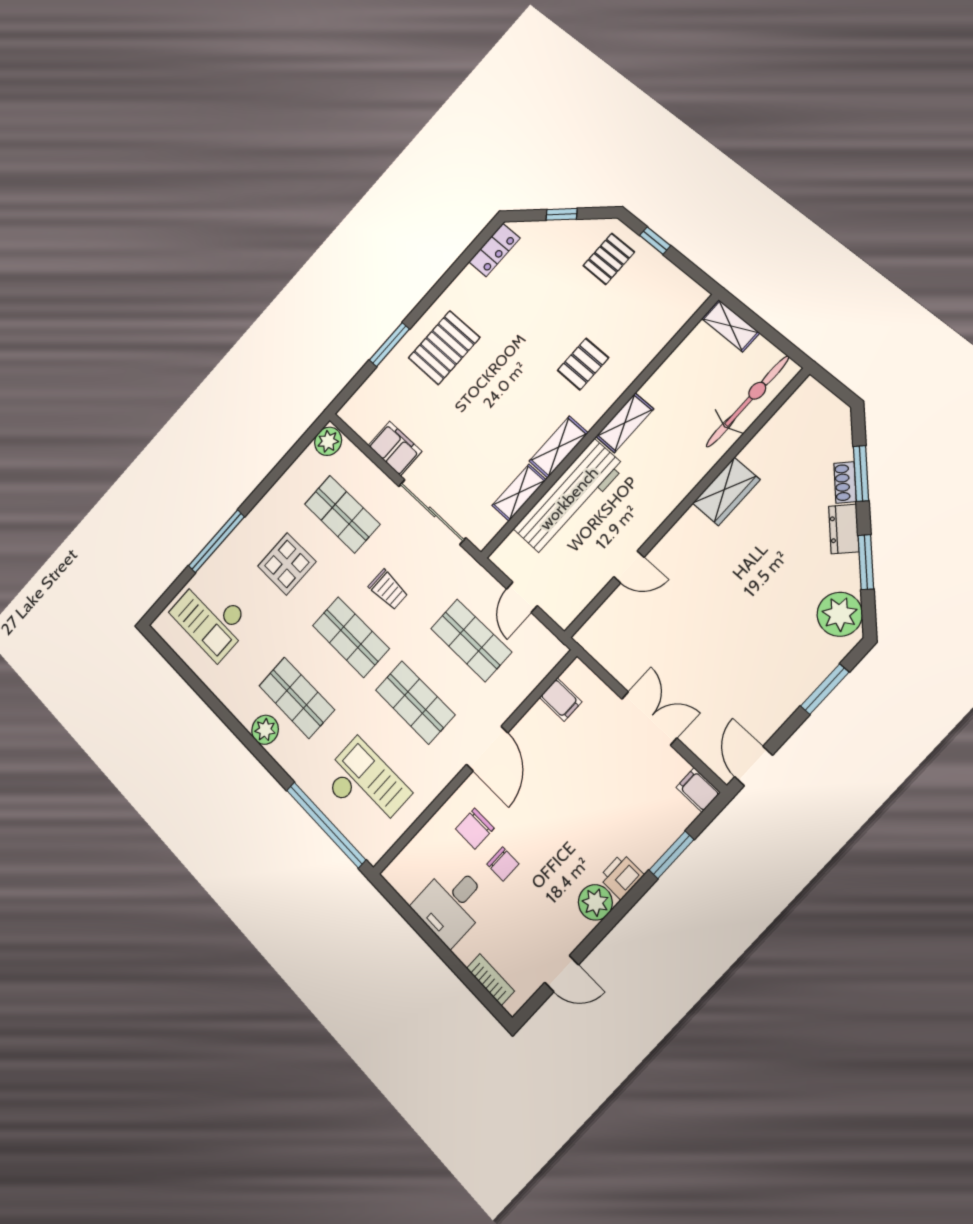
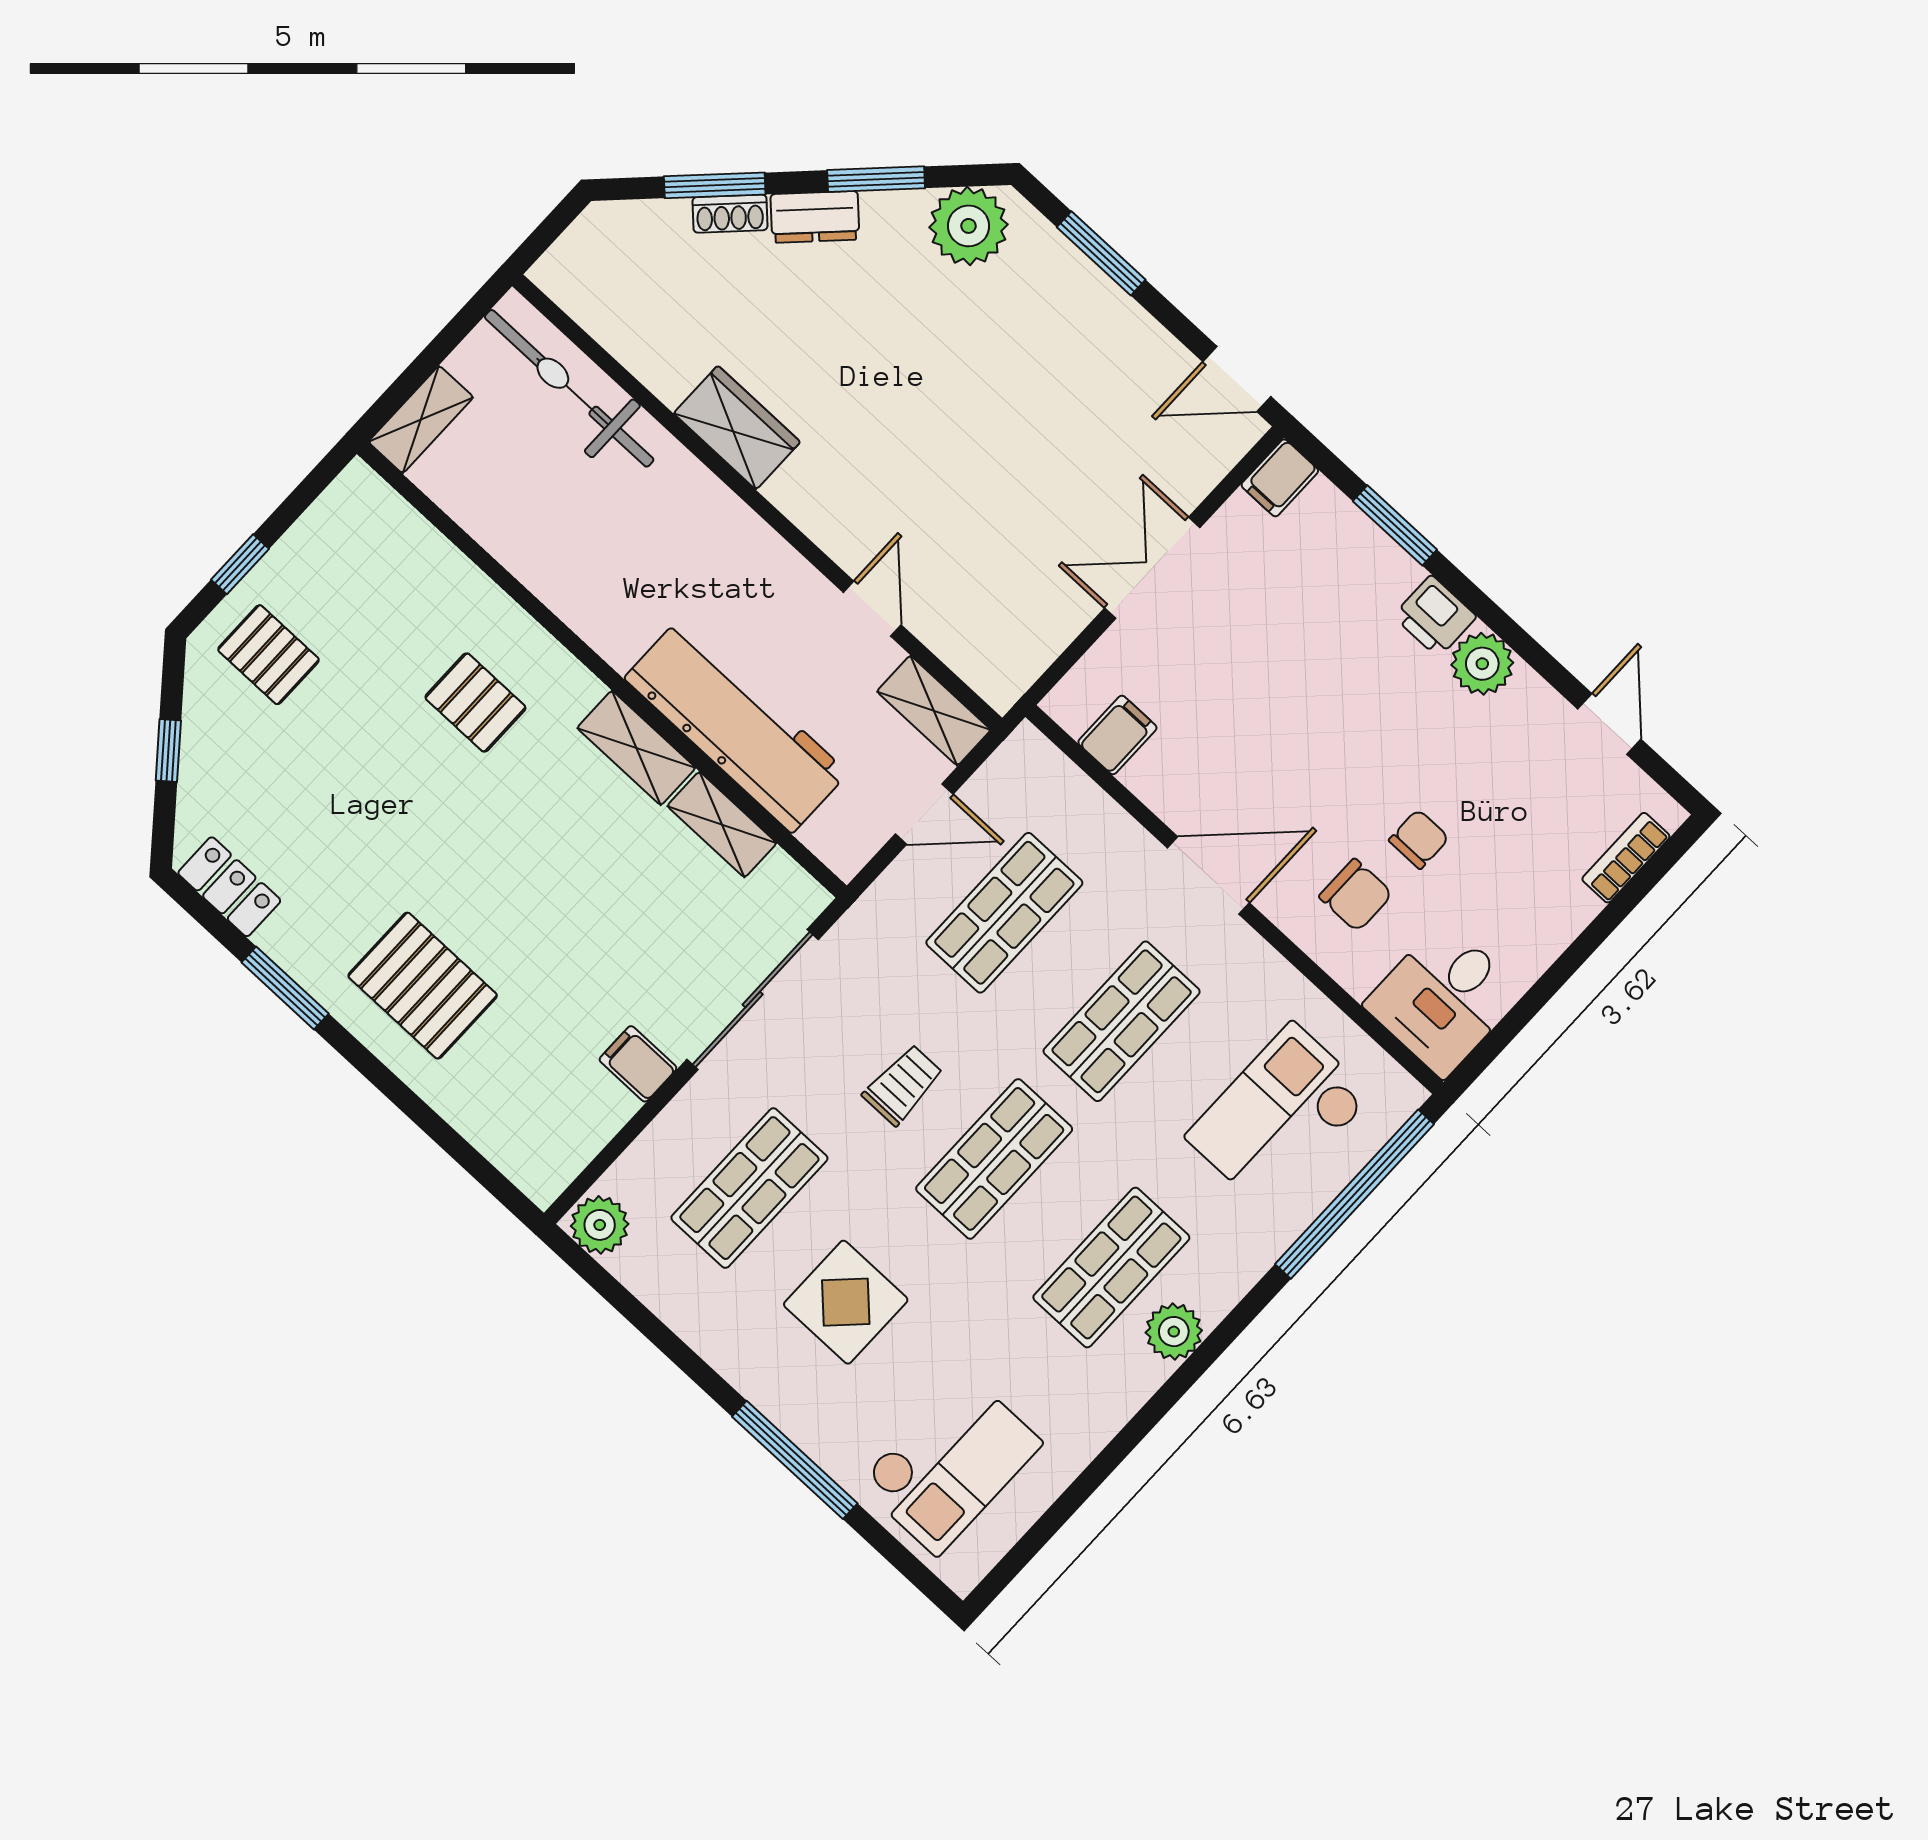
window: (389, 345) -> (285, 988), moved
shelving: (625, 423) -> (934, 711), moved
filing cabinet: (395, 448) -> (638, 1064), width x0.50
desk: (451, 904) -> (1443, 999), moved, turned 90

